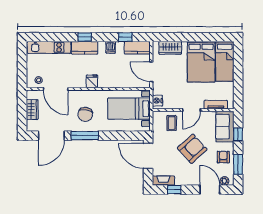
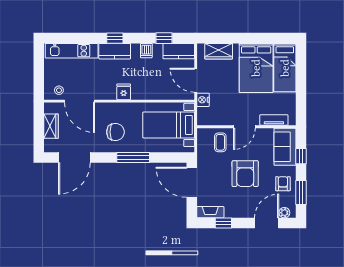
nightstand: (157, 101) -> (203, 100), moved
chair: (85, 114) -> (115, 132), turned -99
window: (85, 136) -> (133, 158), moved
armchair: (192, 149) -> (245, 174), turned 132
door: (210, 190) -> (267, 223), hinge flipped

